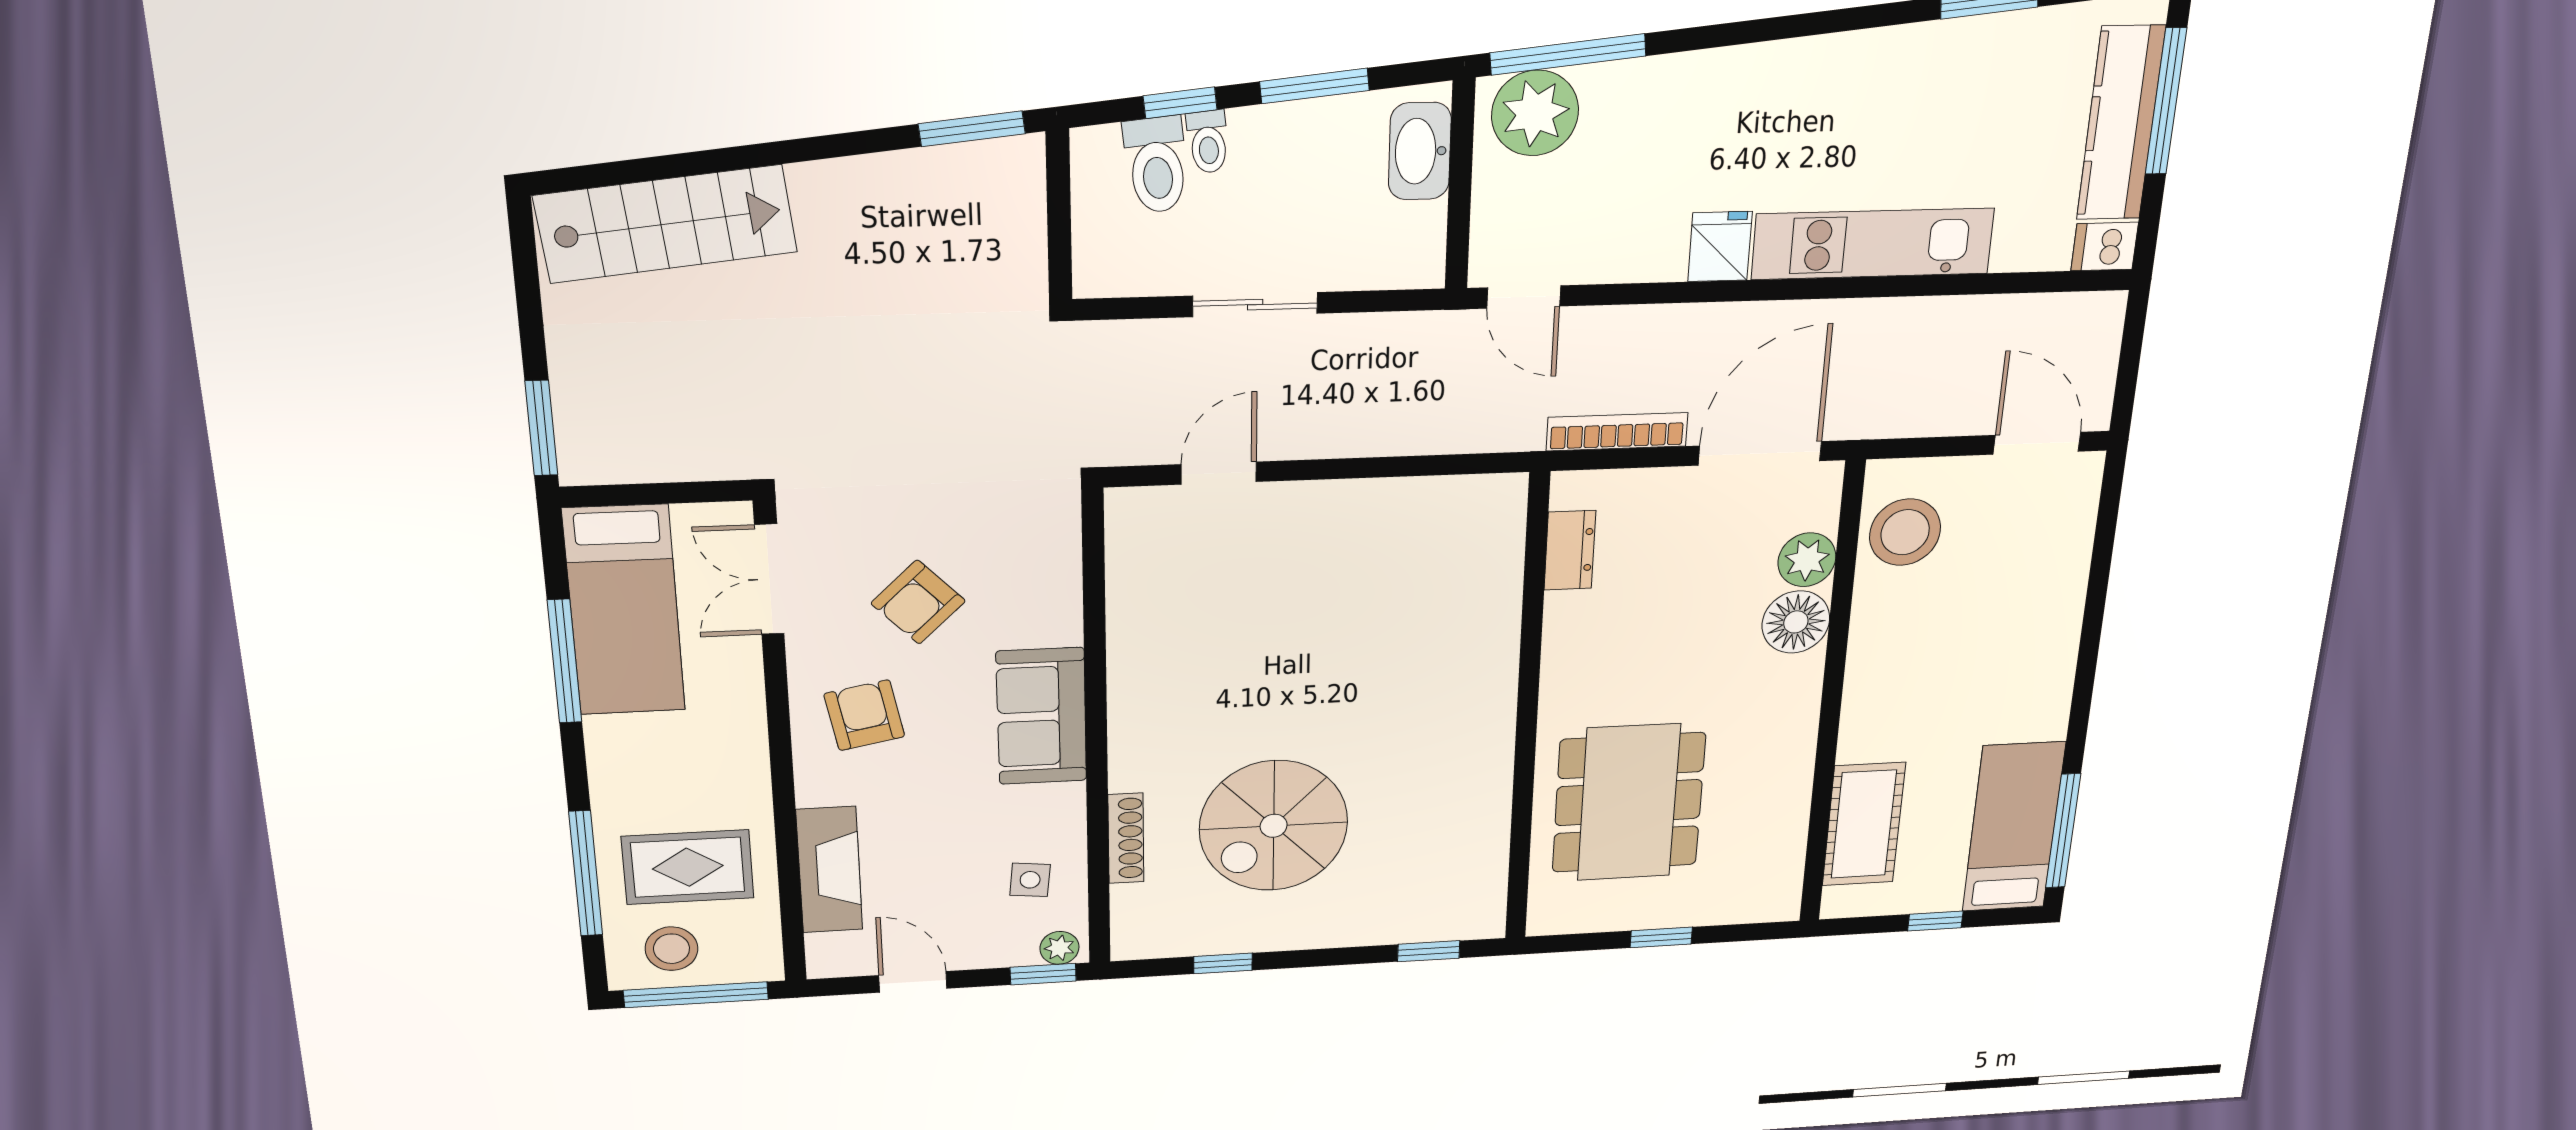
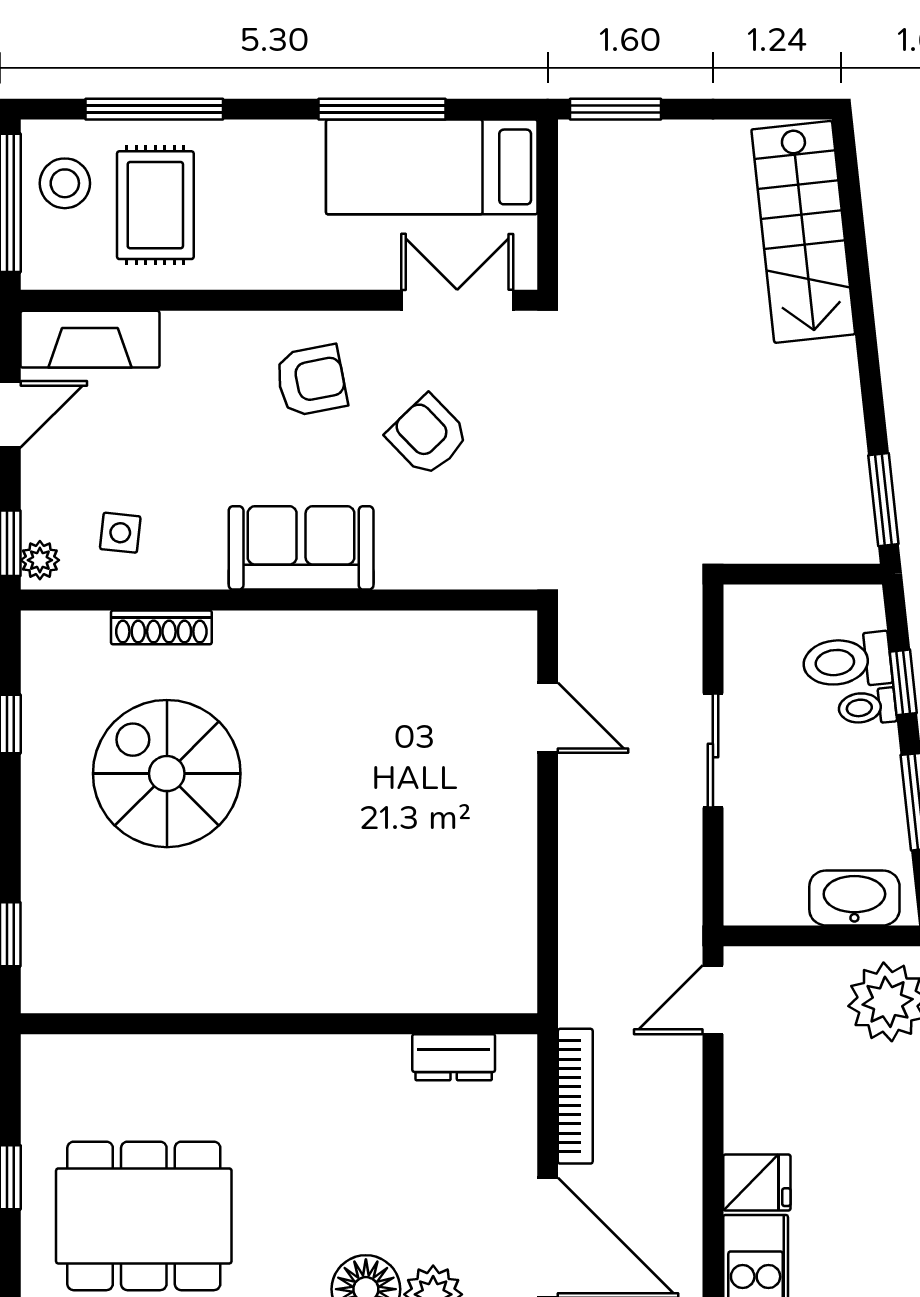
dining table: (1629, 803) -> (144, 1216), moved
fireplace: (829, 870) -> (90, 339), moved

